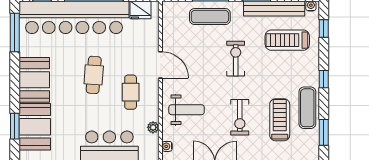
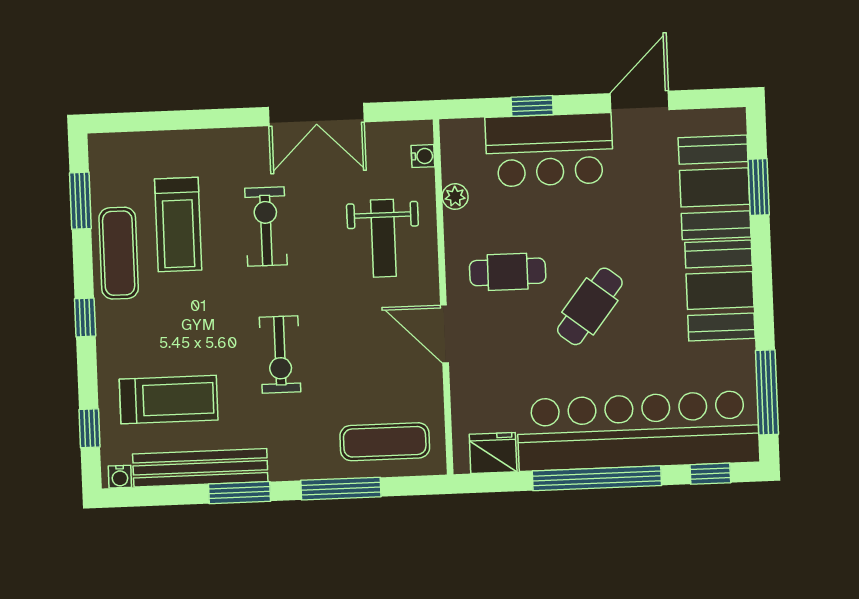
exercise mat: (210, 17) -> (385, 442), moved
cafe table: (94, 75) -> (590, 306), turned 34
cafe table: (131, 92) -> (508, 272), turned 90
weight bench: (187, 110) -> (383, 238), turned -90

